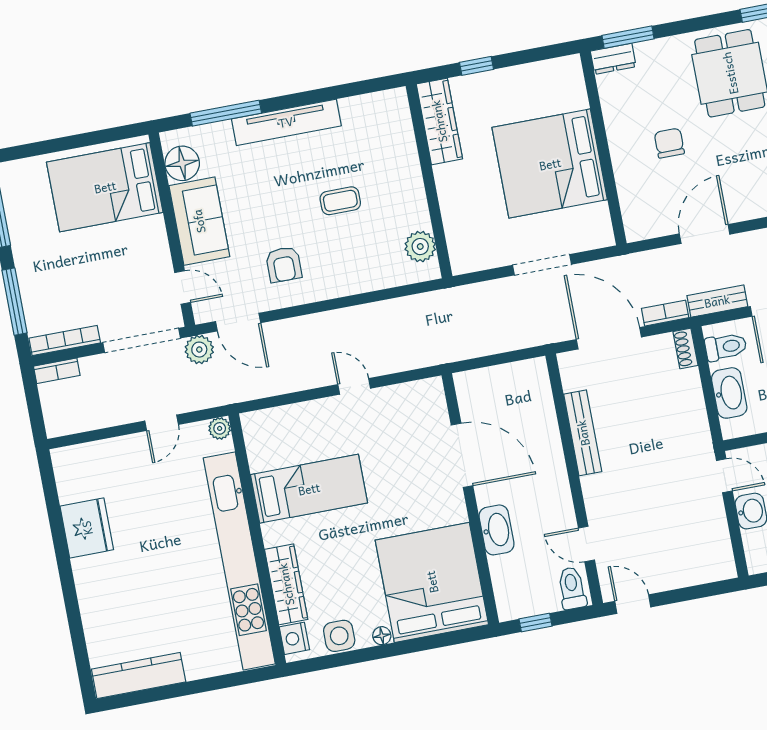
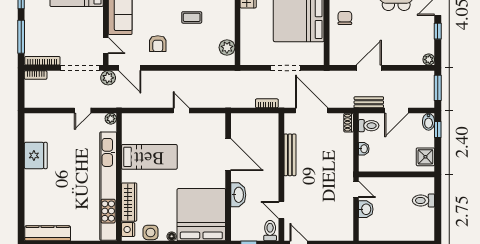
chair: (669, 143) -> (345, 18), moved
bookcase: (665, 313) -> (267, 103), moved
washbasin: (729, 393) -> (364, 149), width x0.52, depth x0.69

